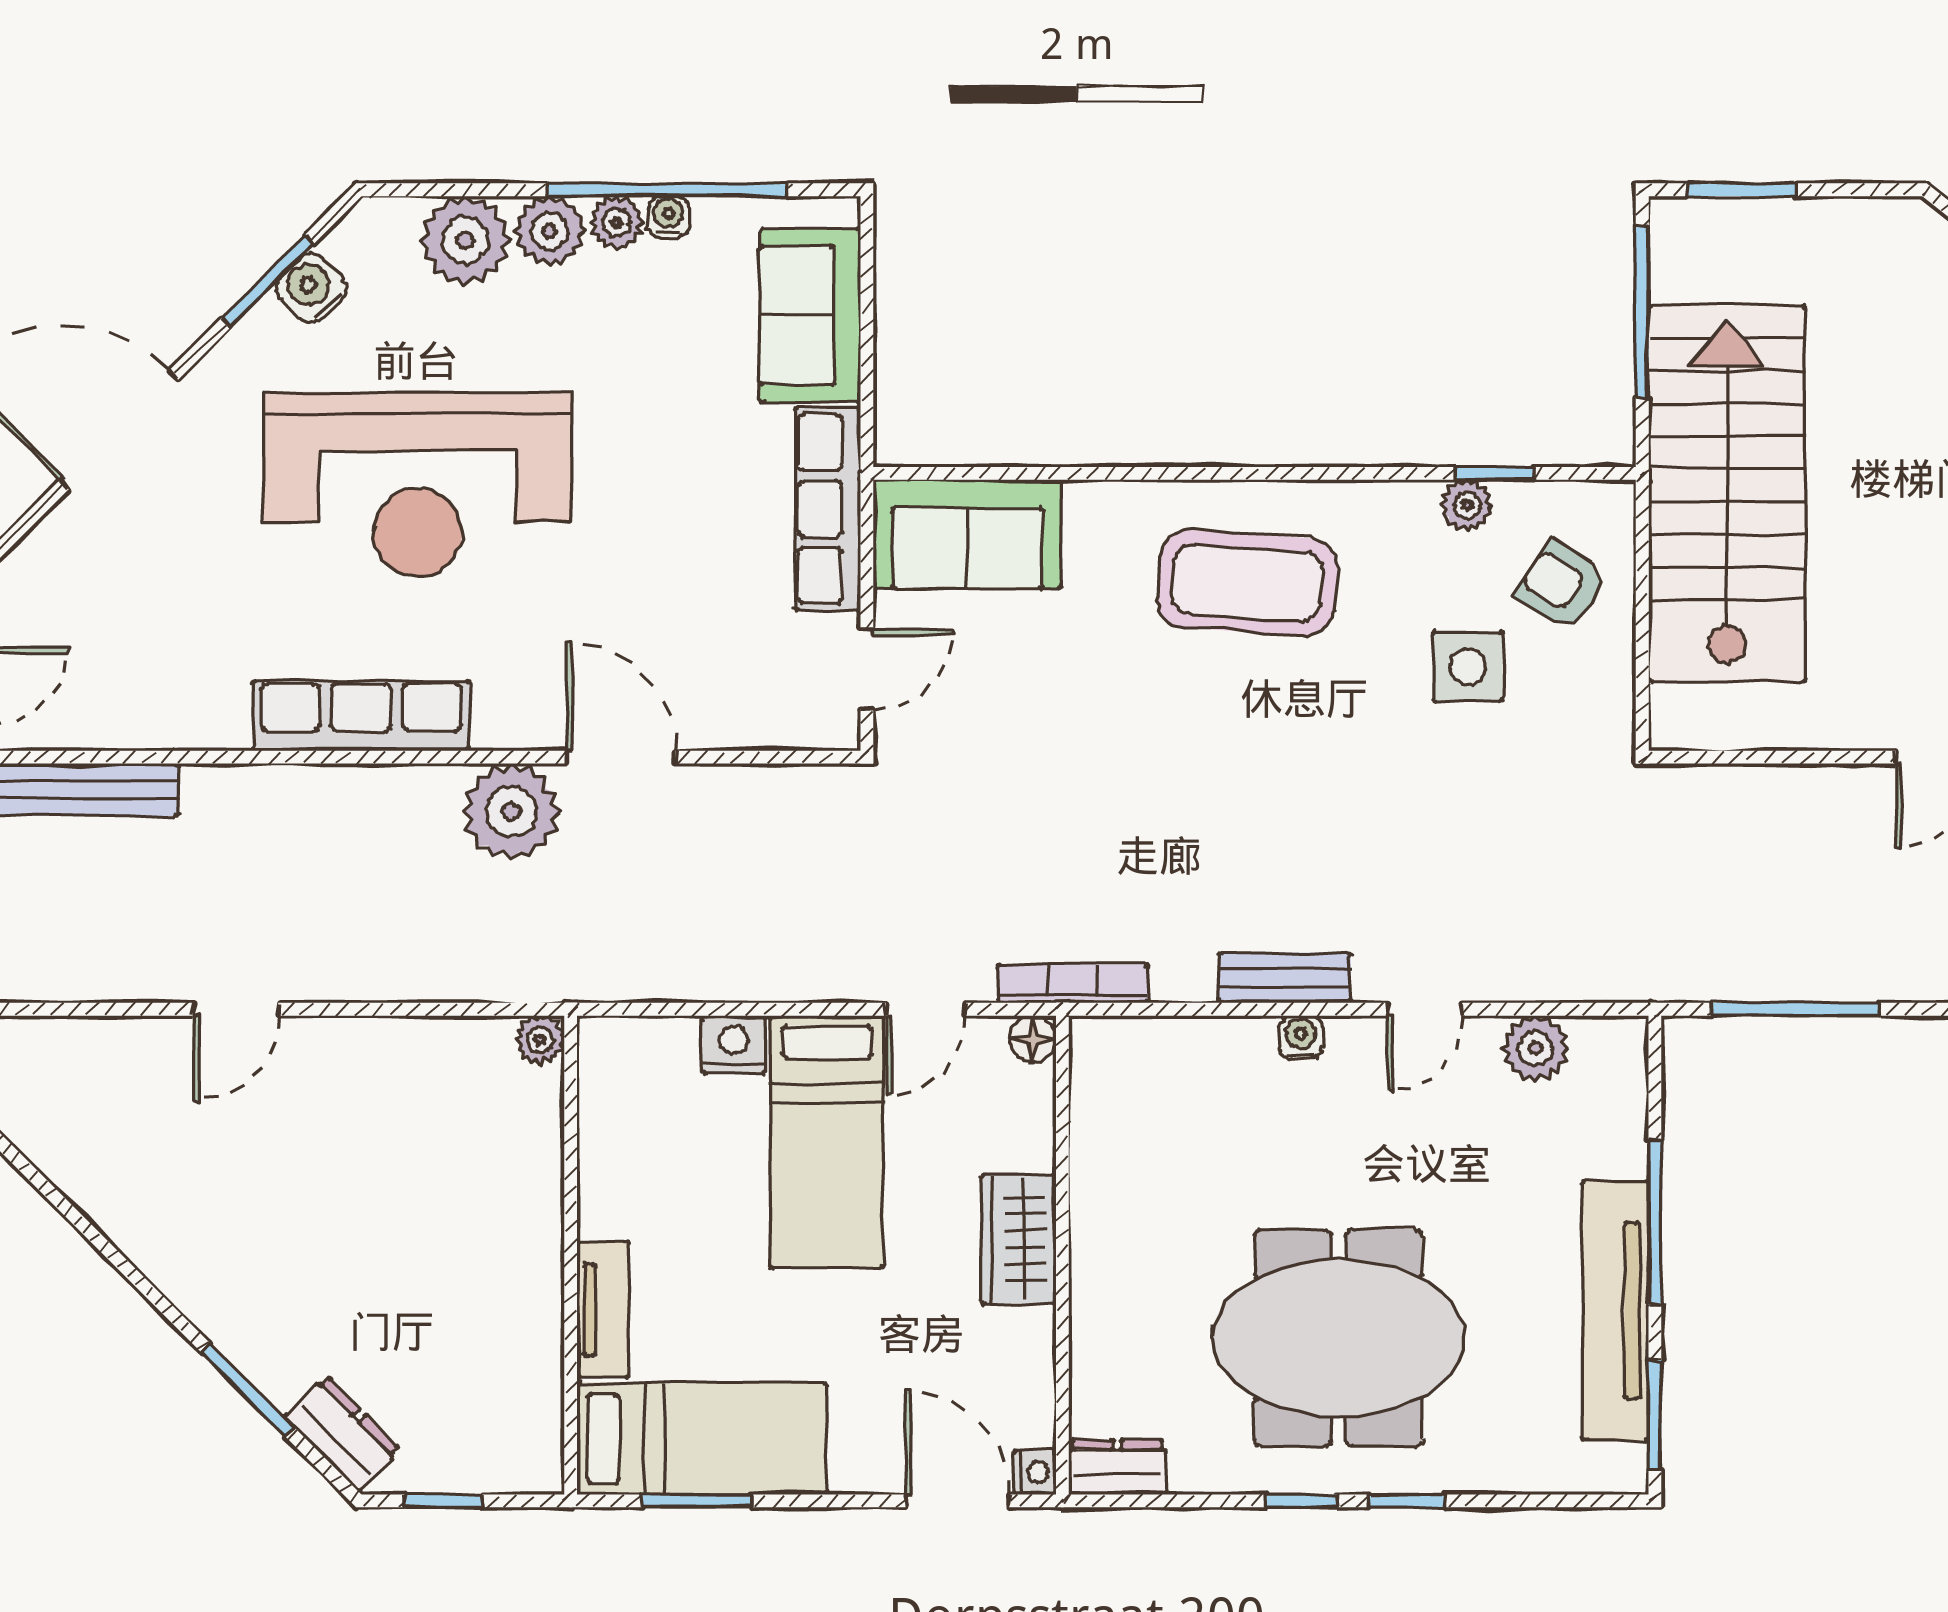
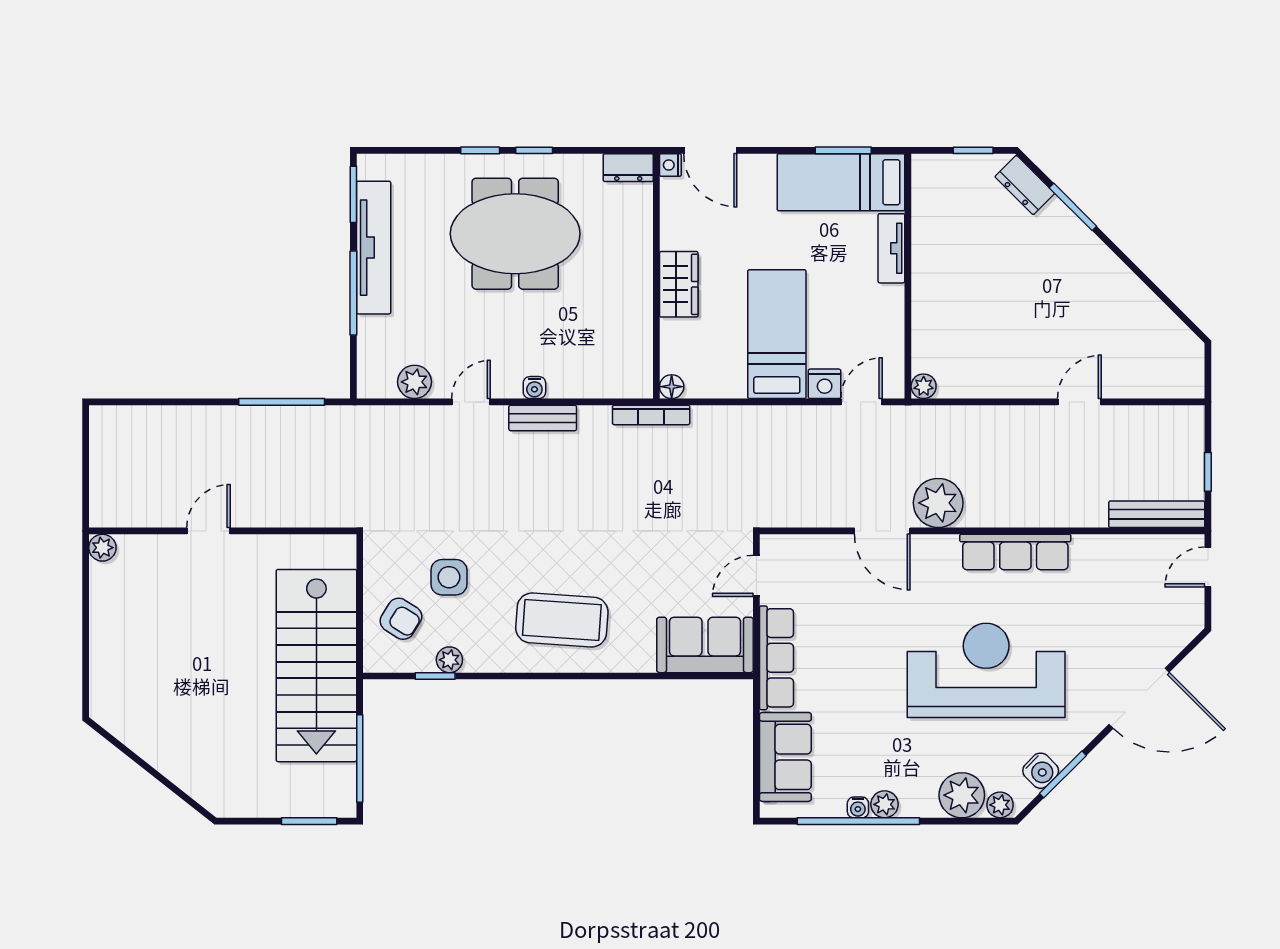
plant: (550, 231) -> (1000, 805), moved, width x0.73, depth x0.73
door: (926, 1009) -> (862, 402), moved

